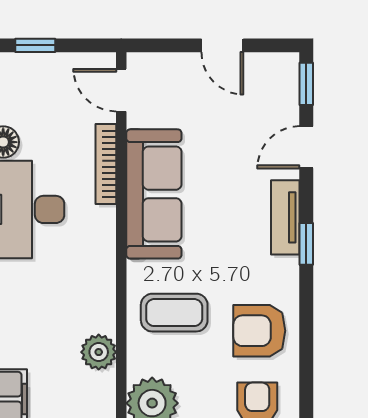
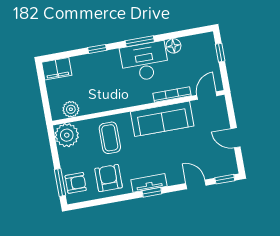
door: (222, 45) -> (235, 138), hinge flipped
tv unit: (285, 217) -> (149, 183), moved
plant: (99, 352) -> (71, 109), moved

